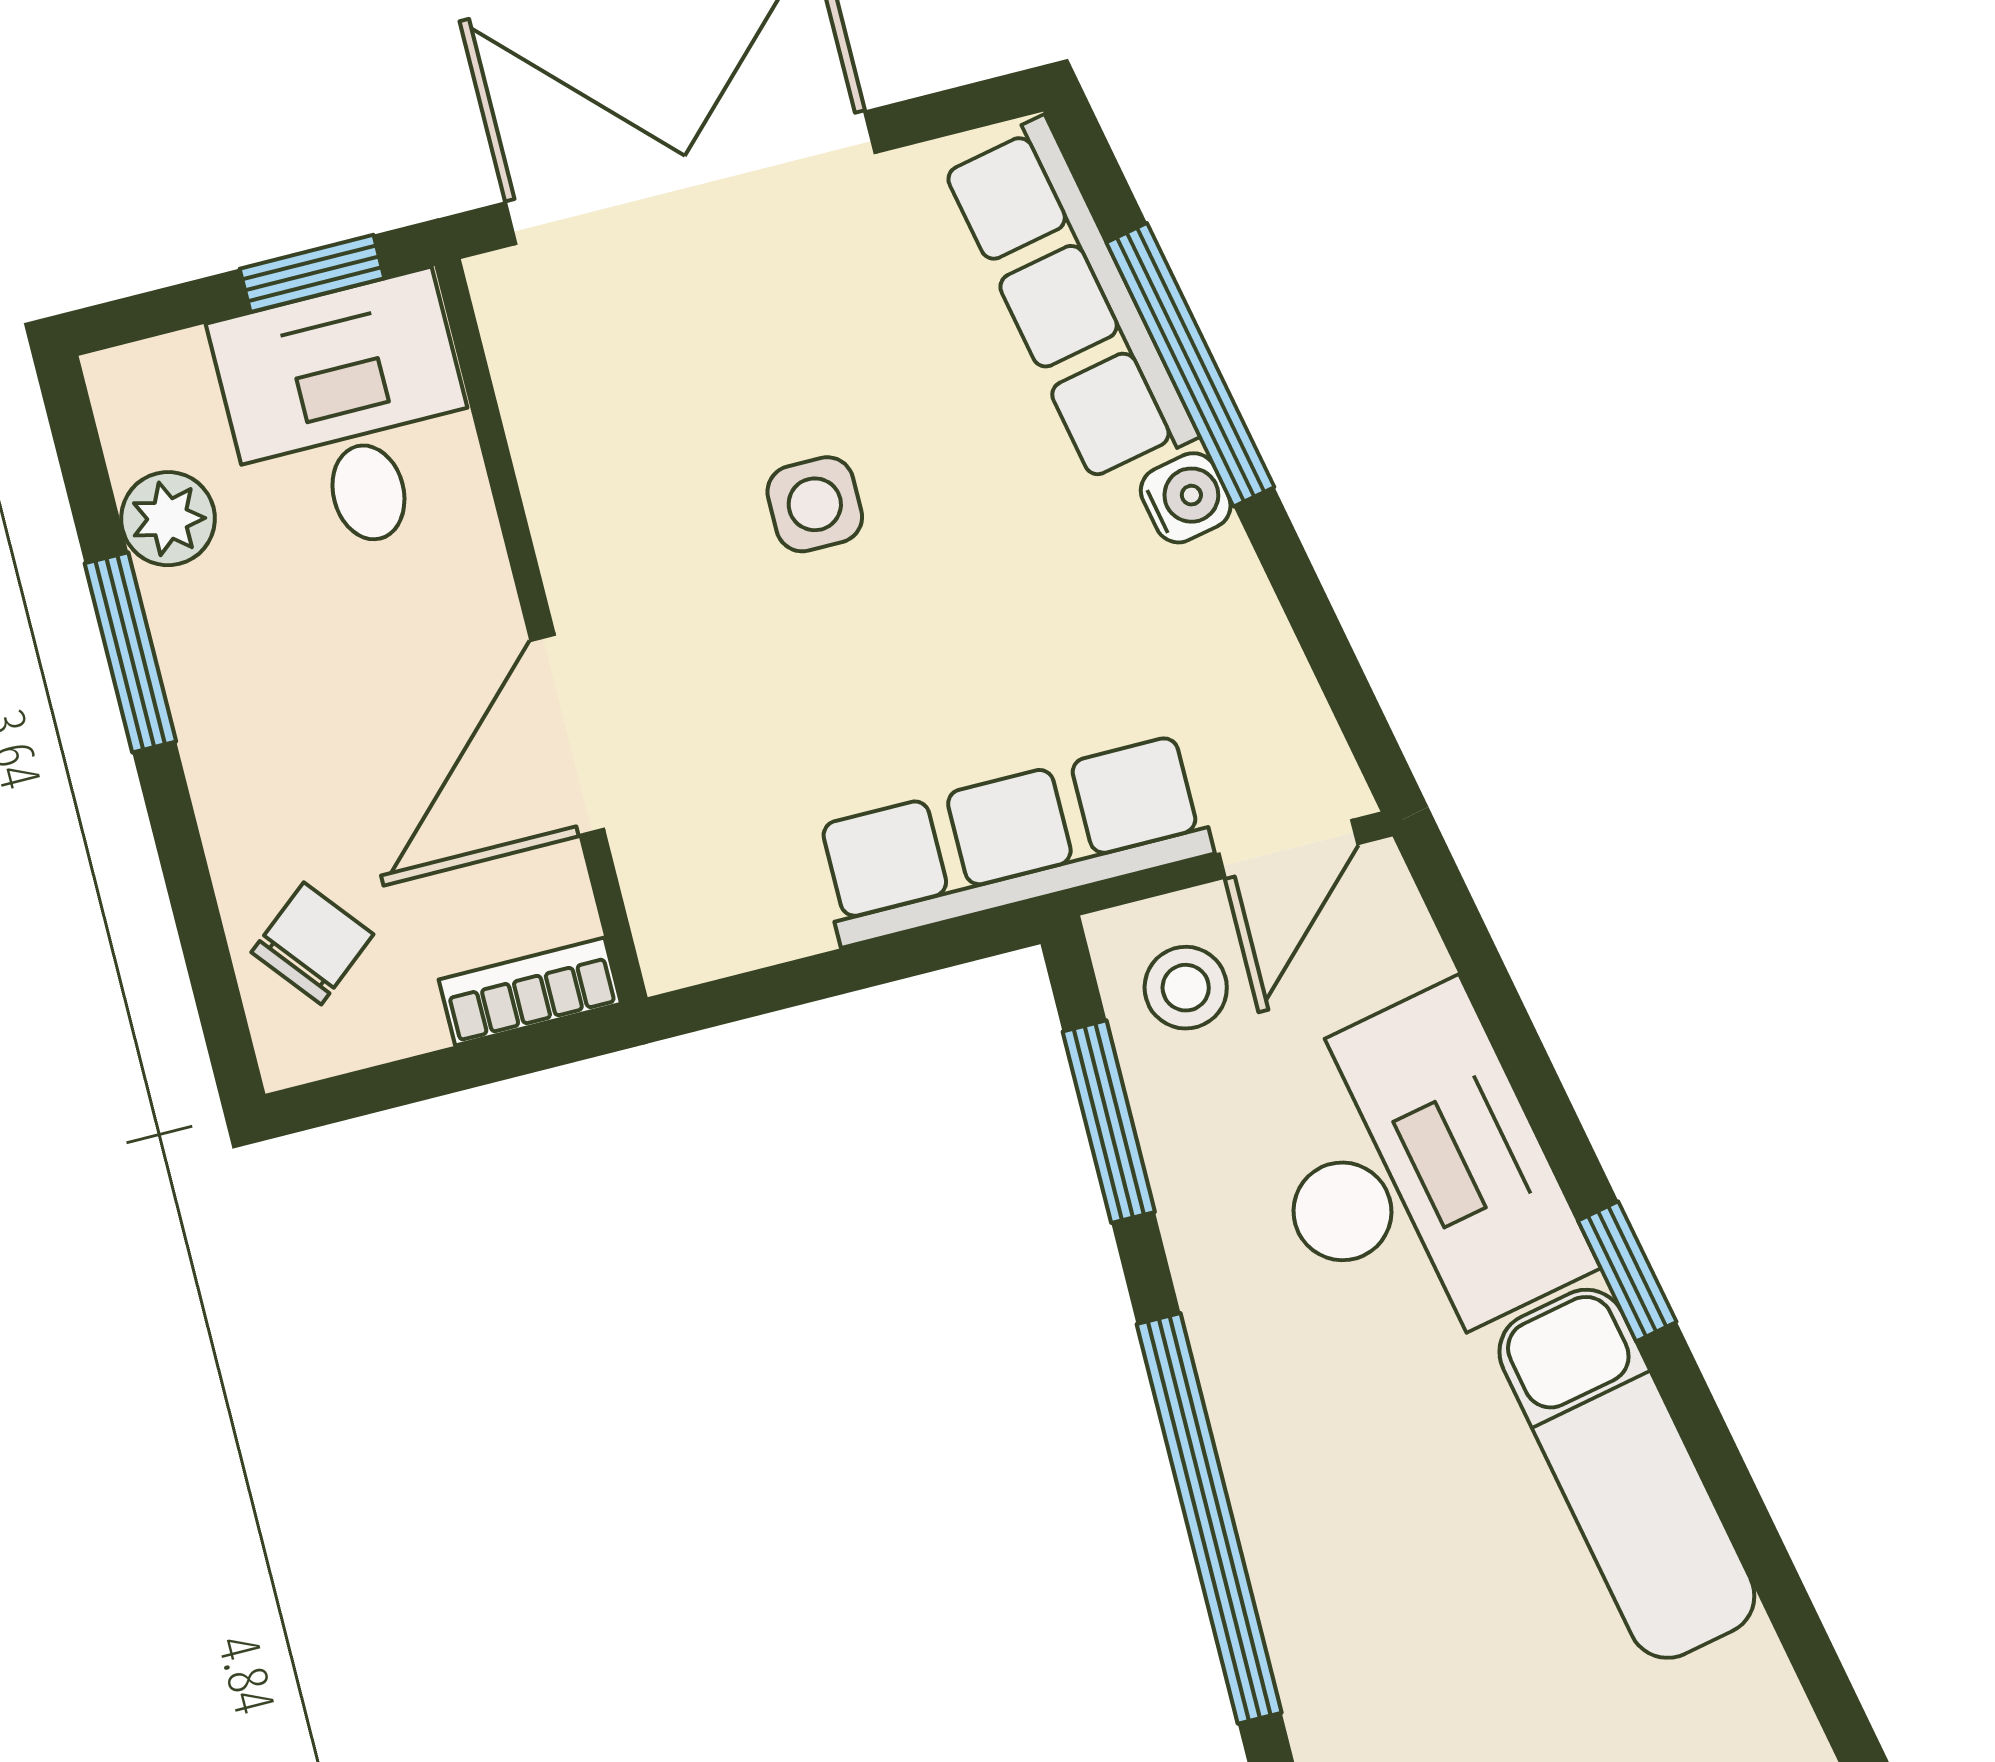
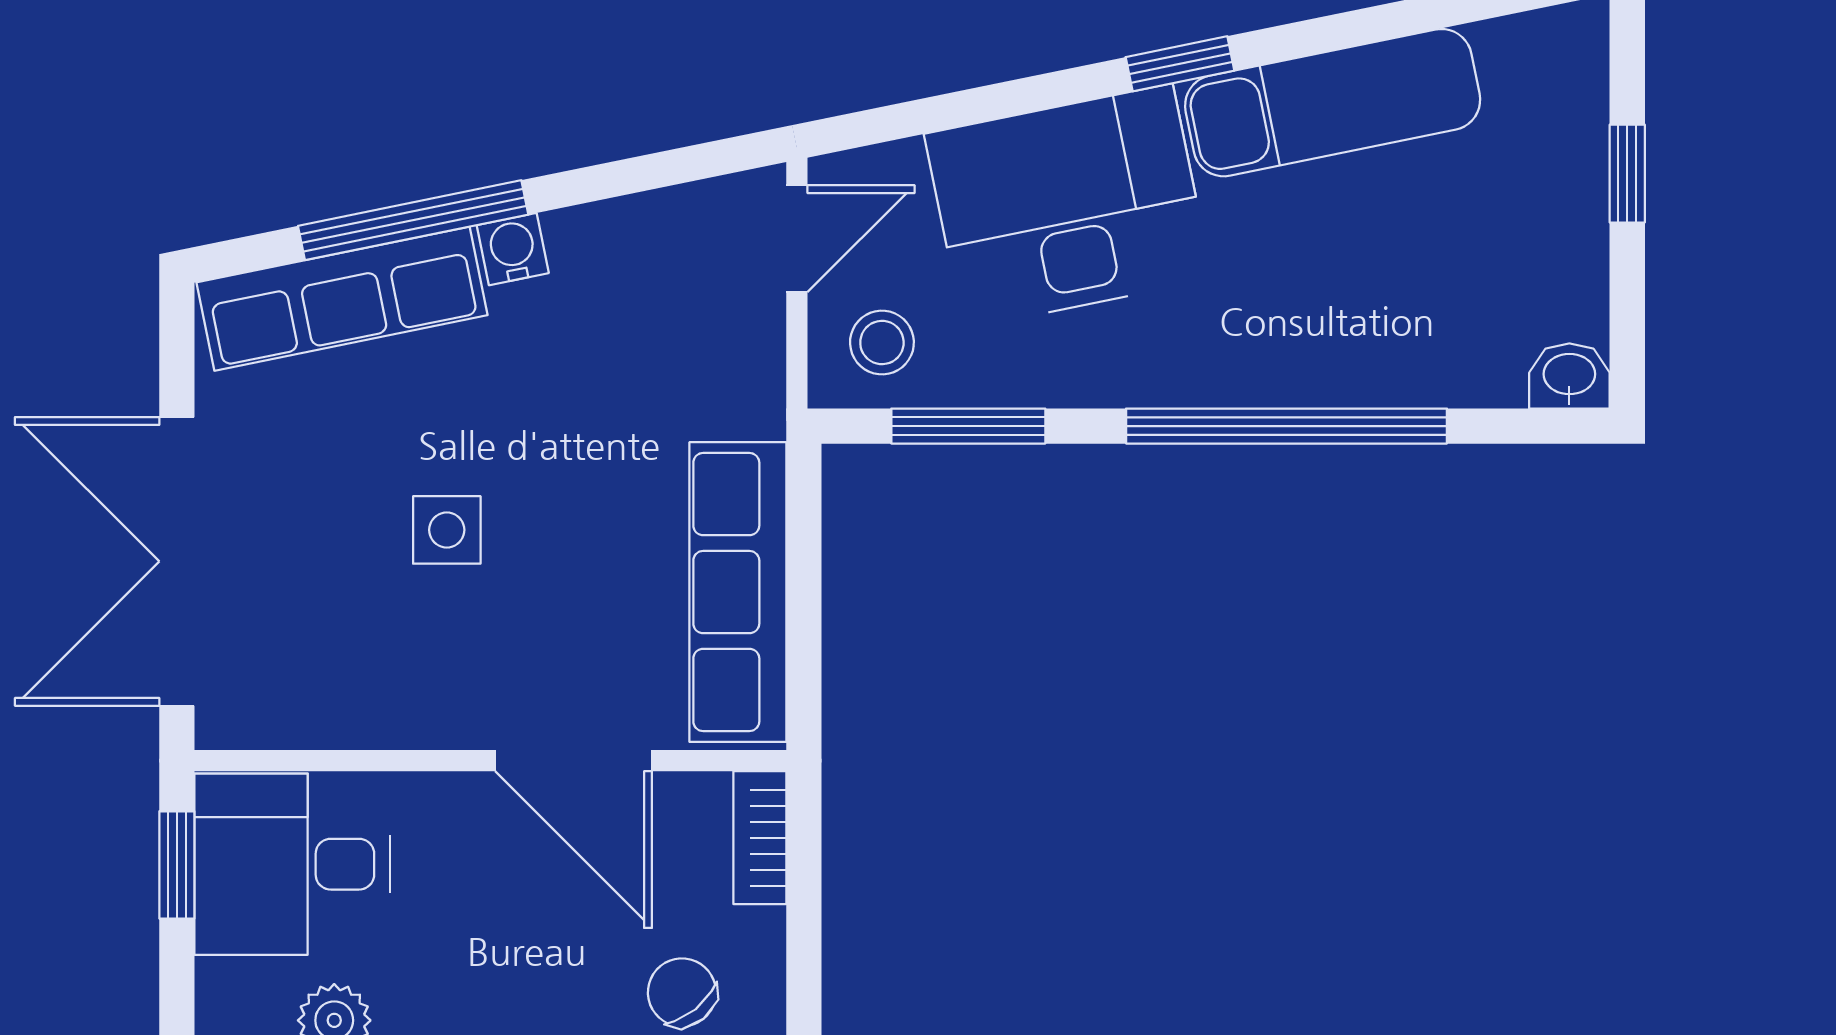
row of seats: (1013, 840) -> (738, 592), moved
door: (1288, 849) -> (797, 239), hinge flipped

